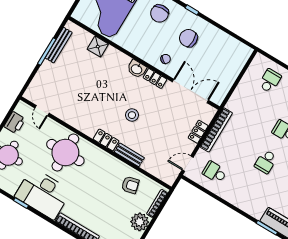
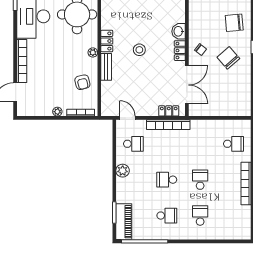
chair: (188, 38) -> (228, 58), turned -41
locker: (198, 132) -> (169, 111), moved
plant: (109, 159) -> (93, 52), added
school desk: (215, 172) -> (133, 144), turned 90
plant: (233, 197) -> (123, 171), added
plant: (140, 222) -> (57, 112), width x0.53, depth x0.53

